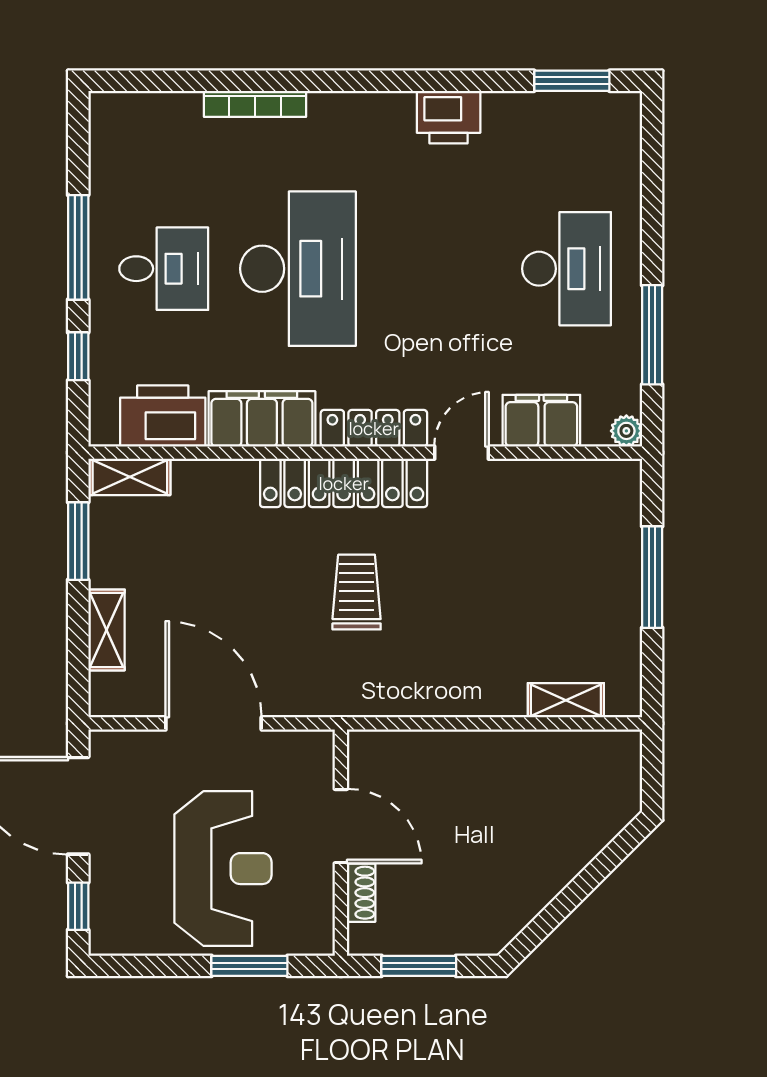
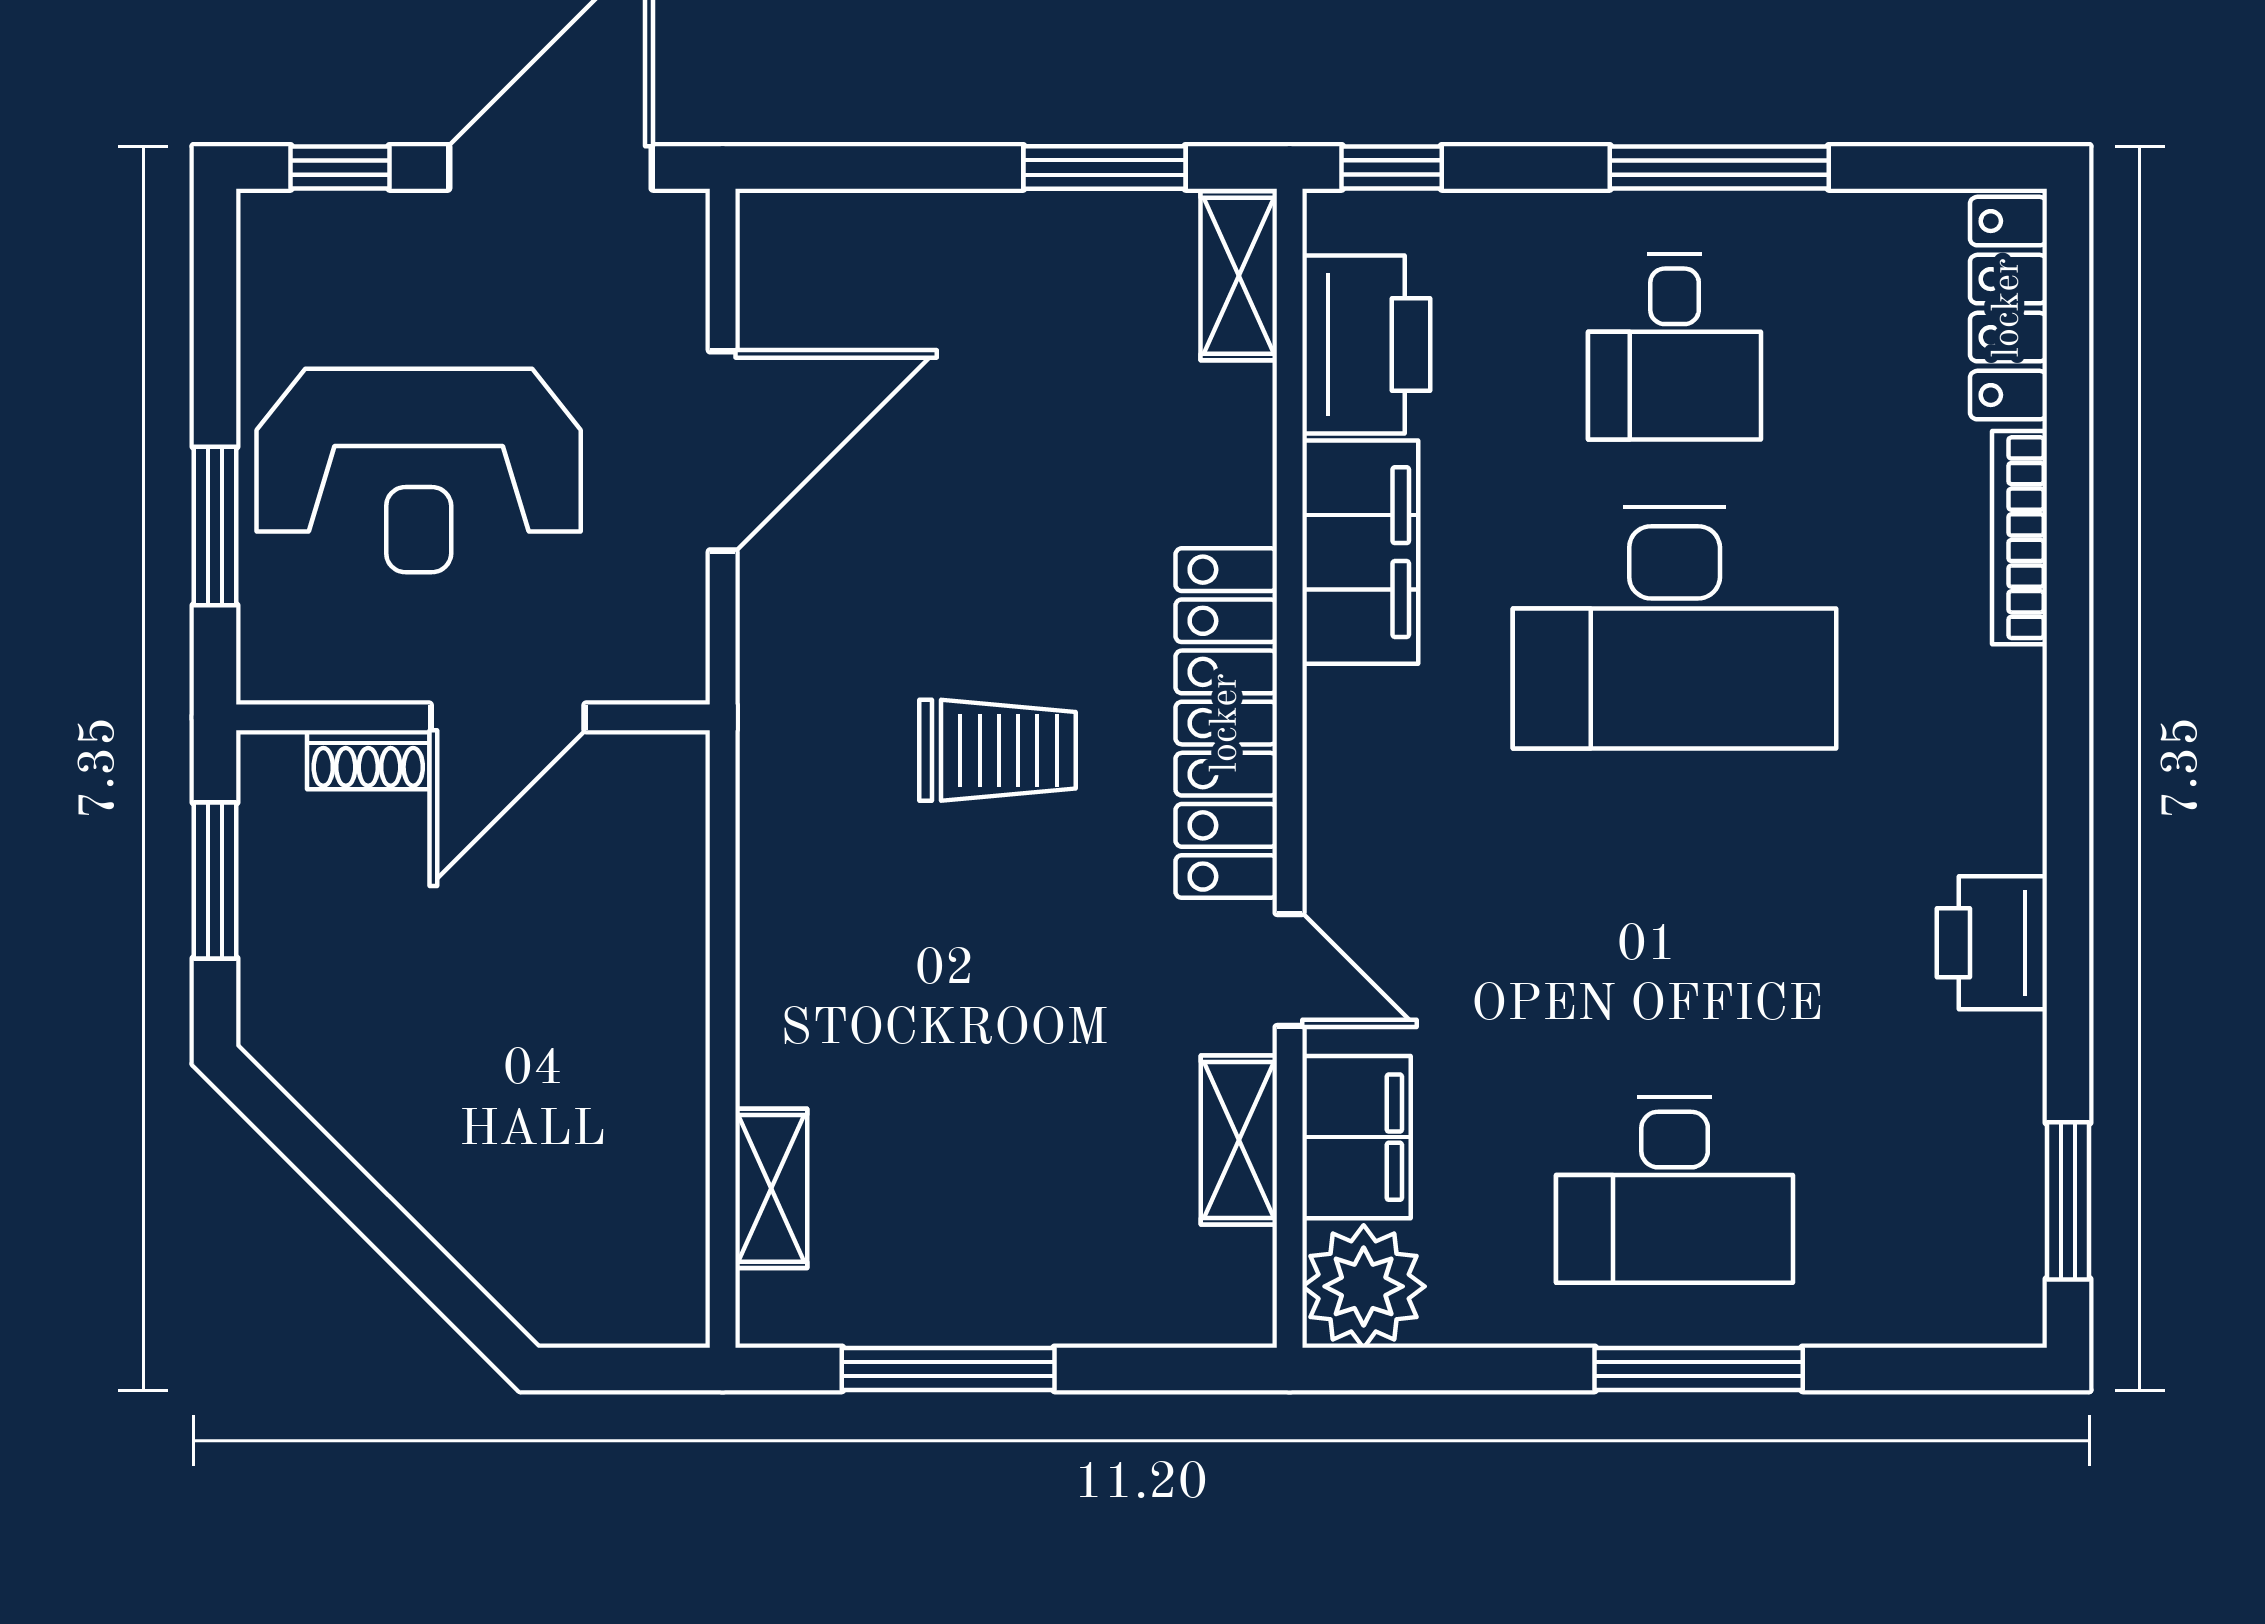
window: (652, 335) -> (1699, 1369), moved
window: (78, 356) -> (1392, 167), moved
locker: (374, 428) -> (2008, 308), moved, turned 180
plant: (626, 431) -> (1364, 1286), width x1.88, depth x1.88
window: (652, 577) -> (948, 1369), moved
shelving: (106, 630) -> (1239, 1140), moved, turned 90

